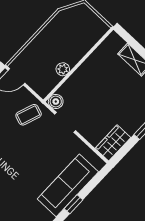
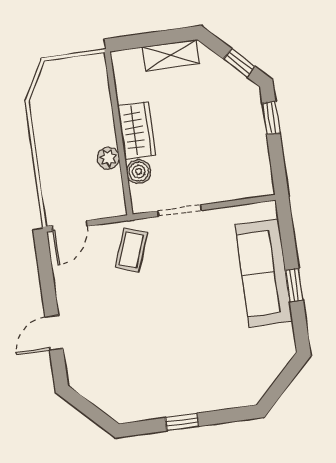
boiler: (56, 102) -> (139, 172), moved
wardrobe: (113, 143) -> (137, 130), moved, turned 180

